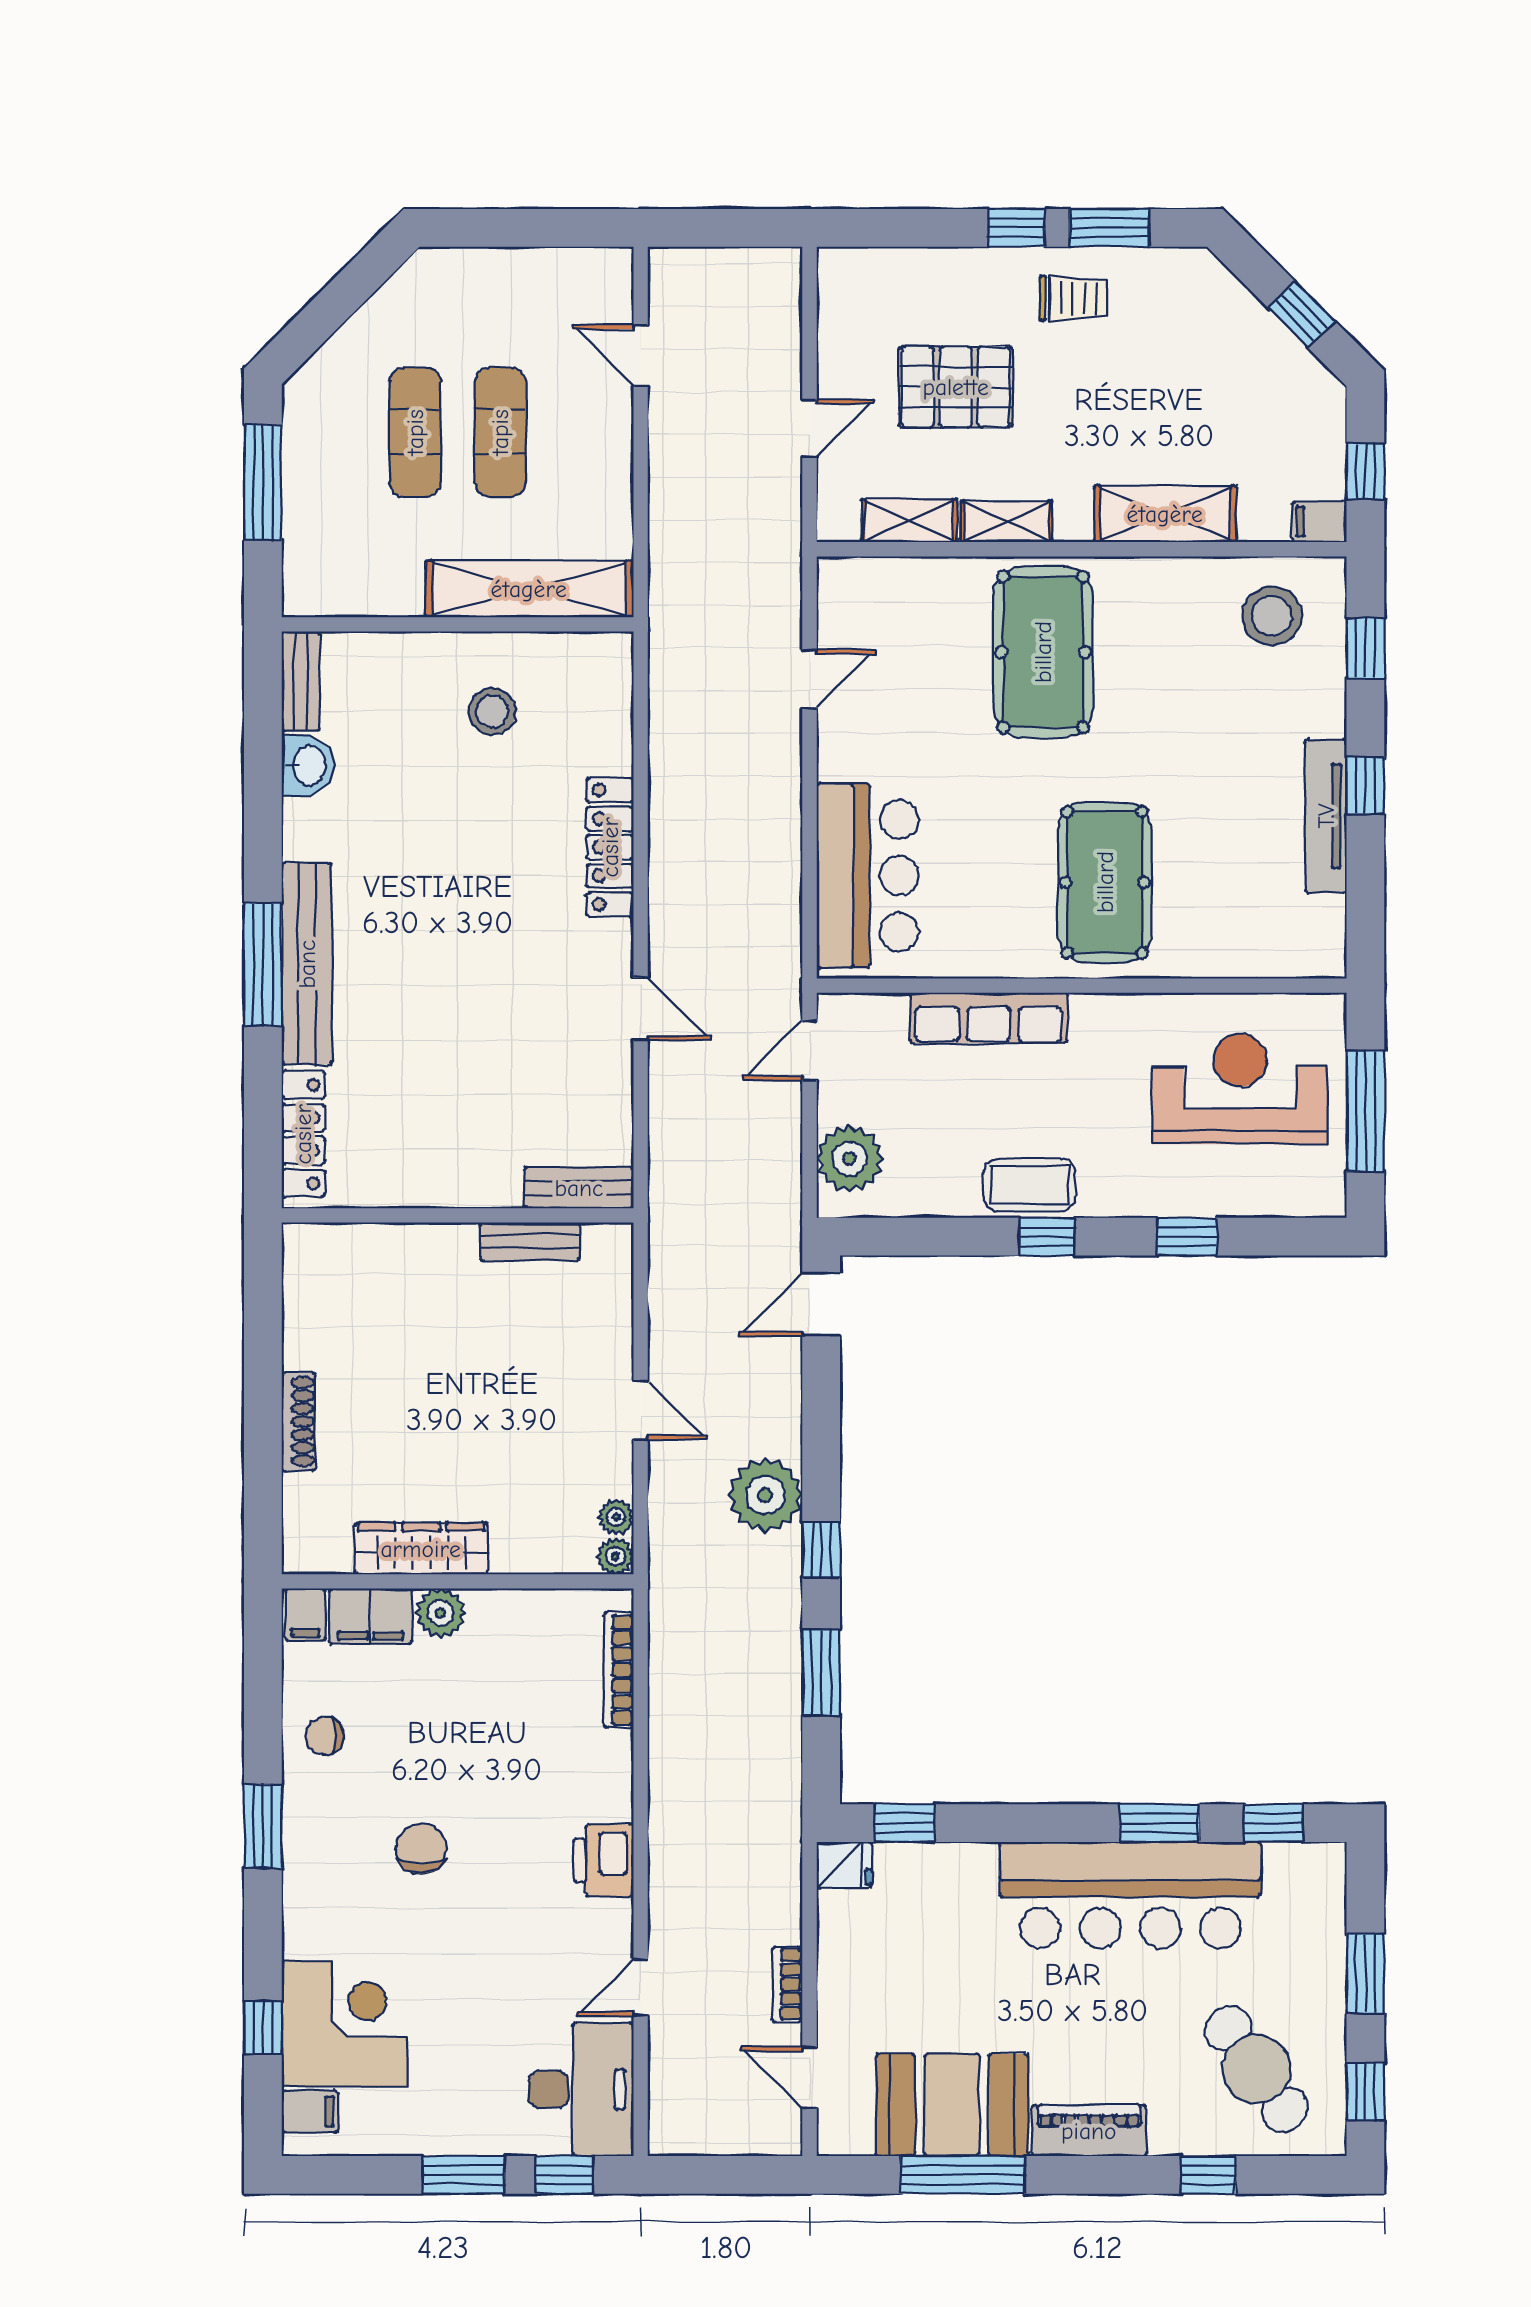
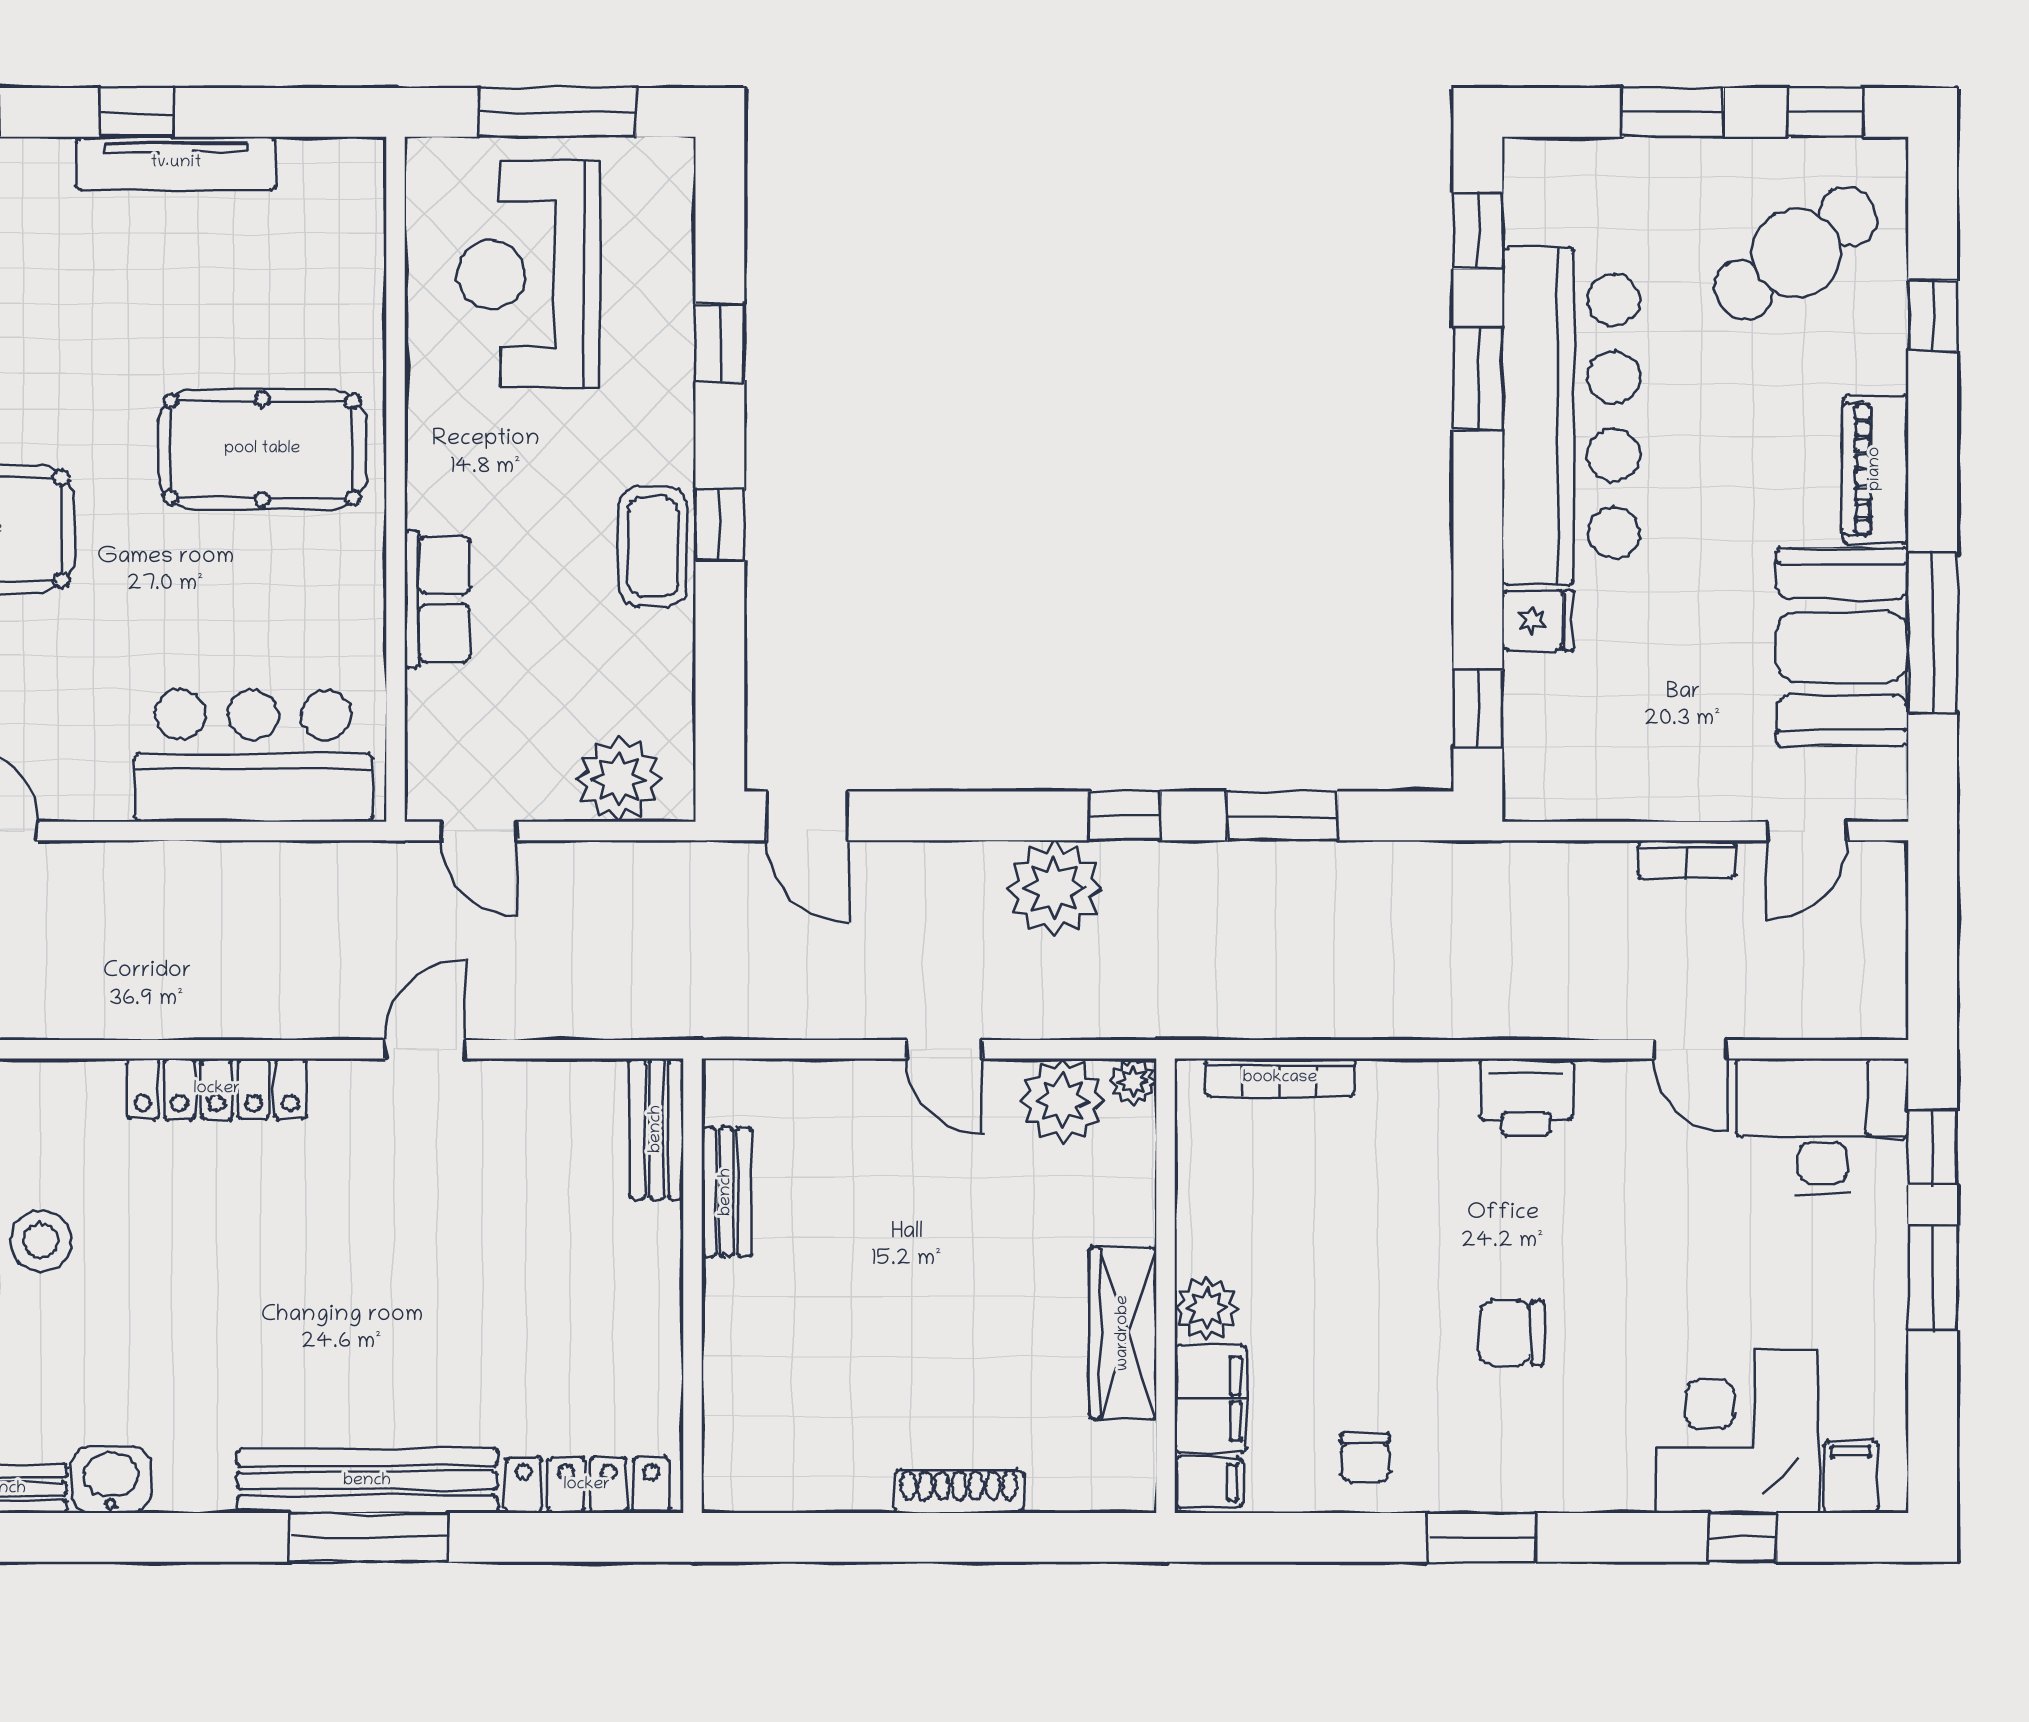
row of seats: (989, 1018) -> (437, 599), width x0.68
door: (641, 1410) -> (944, 1049), swing flipped
plant: (616, 1517) -> (1063, 1101), width x1.88, depth x1.88
fridge: (844, 1865) -> (1538, 620), moved, turned 90

